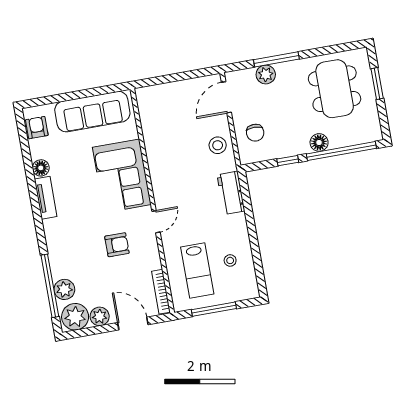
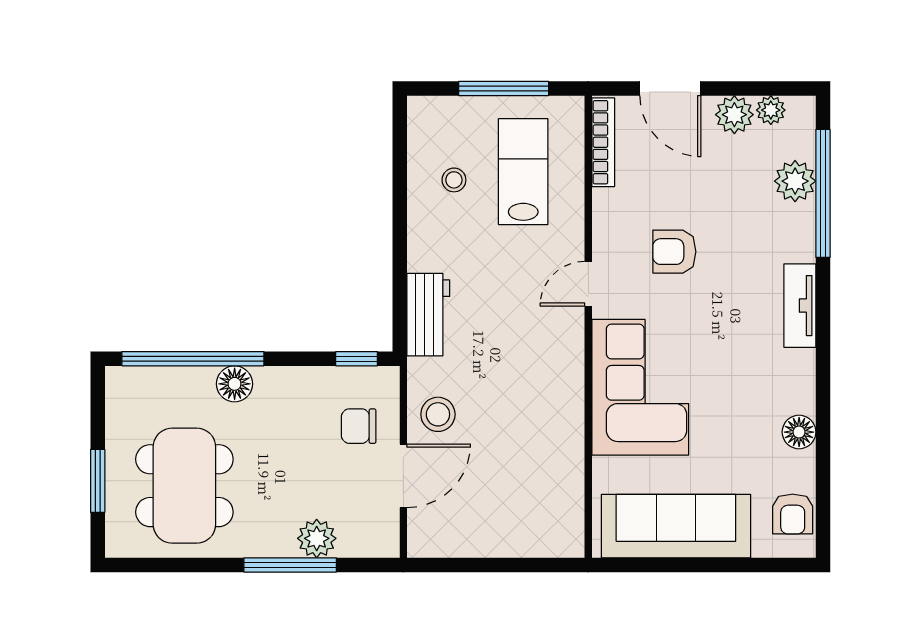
door: (226, 97) -> (403, 476), moved
chair: (255, 133) -> (359, 426), turned -90
window: (288, 161) -> (357, 359), moved
tv unit: (46, 198) -> (800, 306), moved
plant: (75, 317) -> (771, 110), width x0.53, depth x0.53

